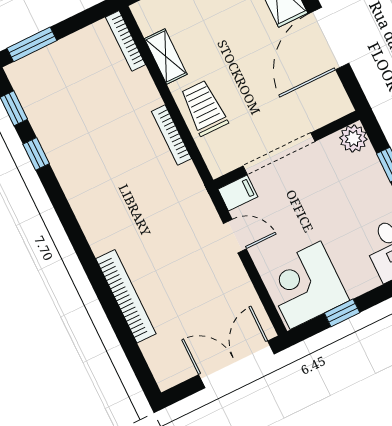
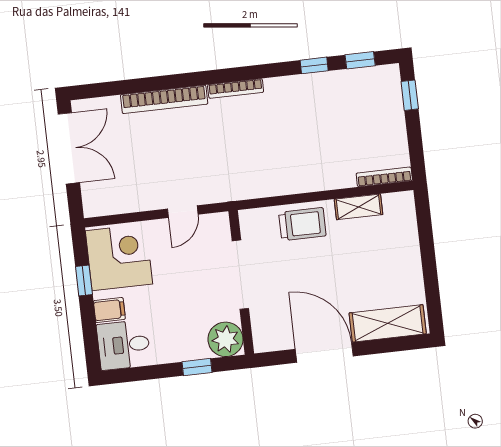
window: (32, 44) -> (410, 95), width x0.67
bookcase: (171, 135) -> (236, 88), moved, turned 180
plant: (353, 139) -> (226, 339), width x1.36, depth x1.36
filing cabinet: (238, 193) -> (109, 310), moved, turned -90
double door: (236, 364) -> (69, 148), moved

